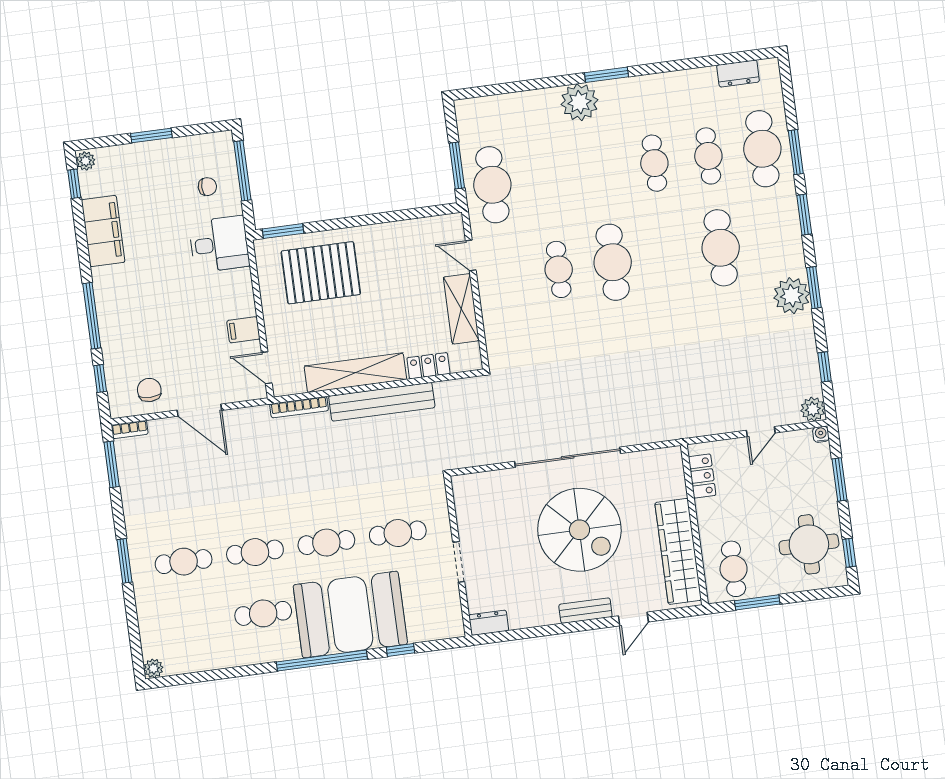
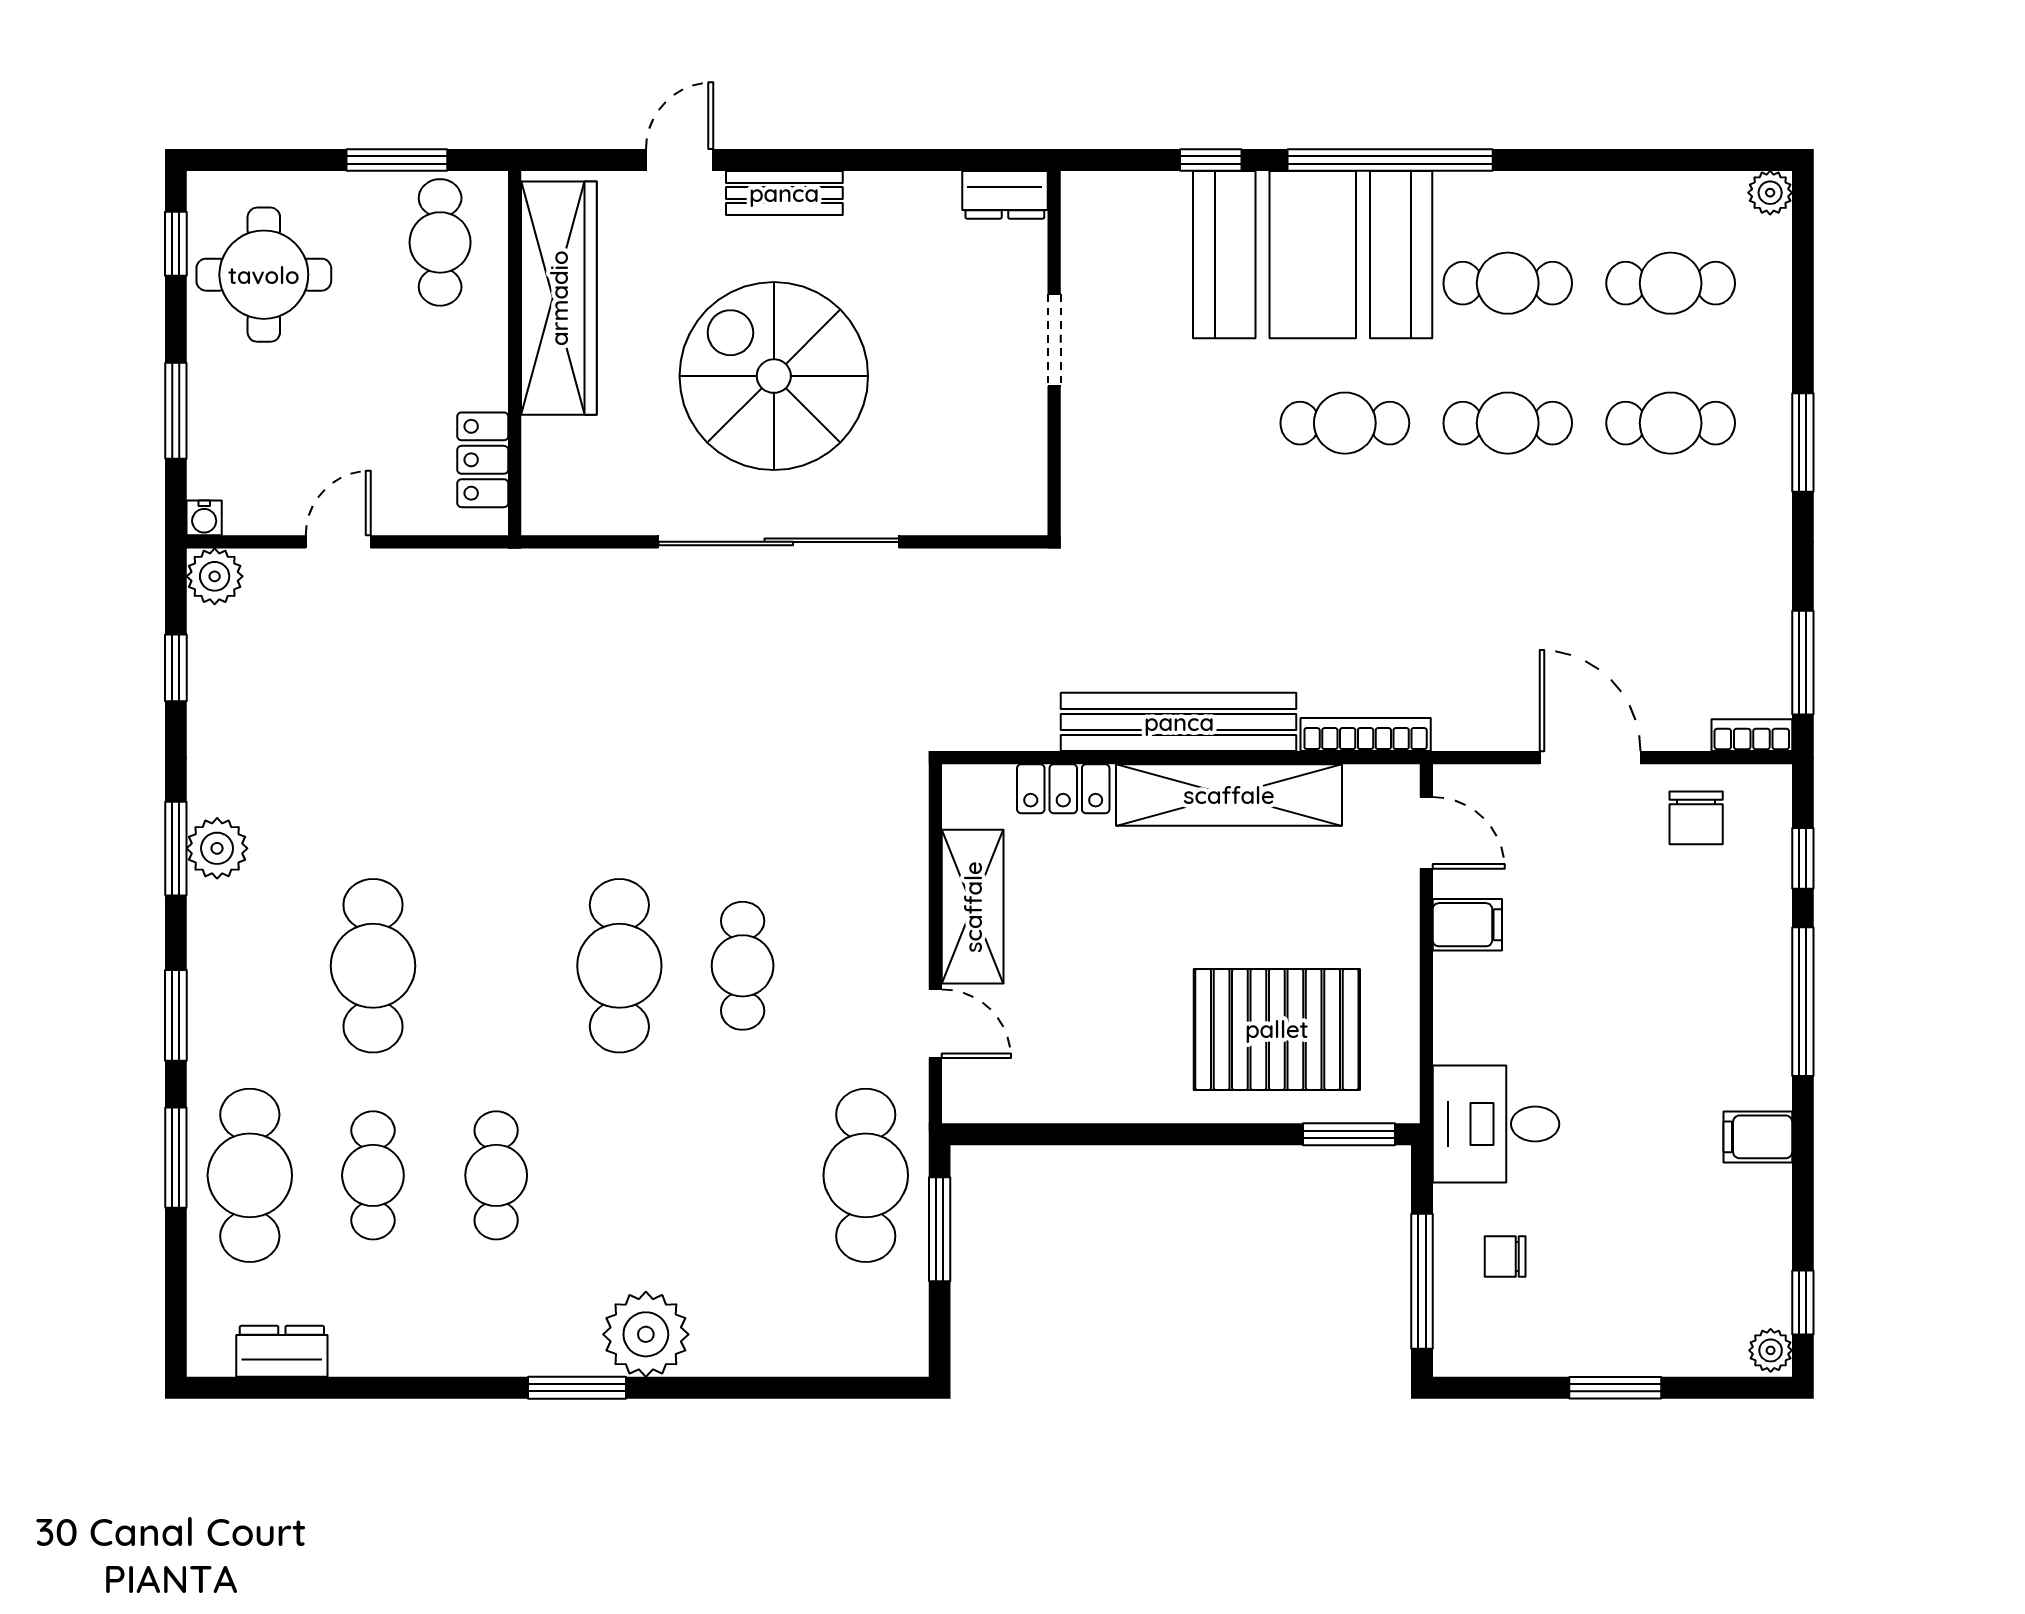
filing cabinet: (103, 231) -> (1758, 1137), width x0.33, depth x0.86
plant: (792, 296) -> (217, 848), width x0.73, depth x0.73
cafe table: (398, 533) -> (1671, 283), moved

